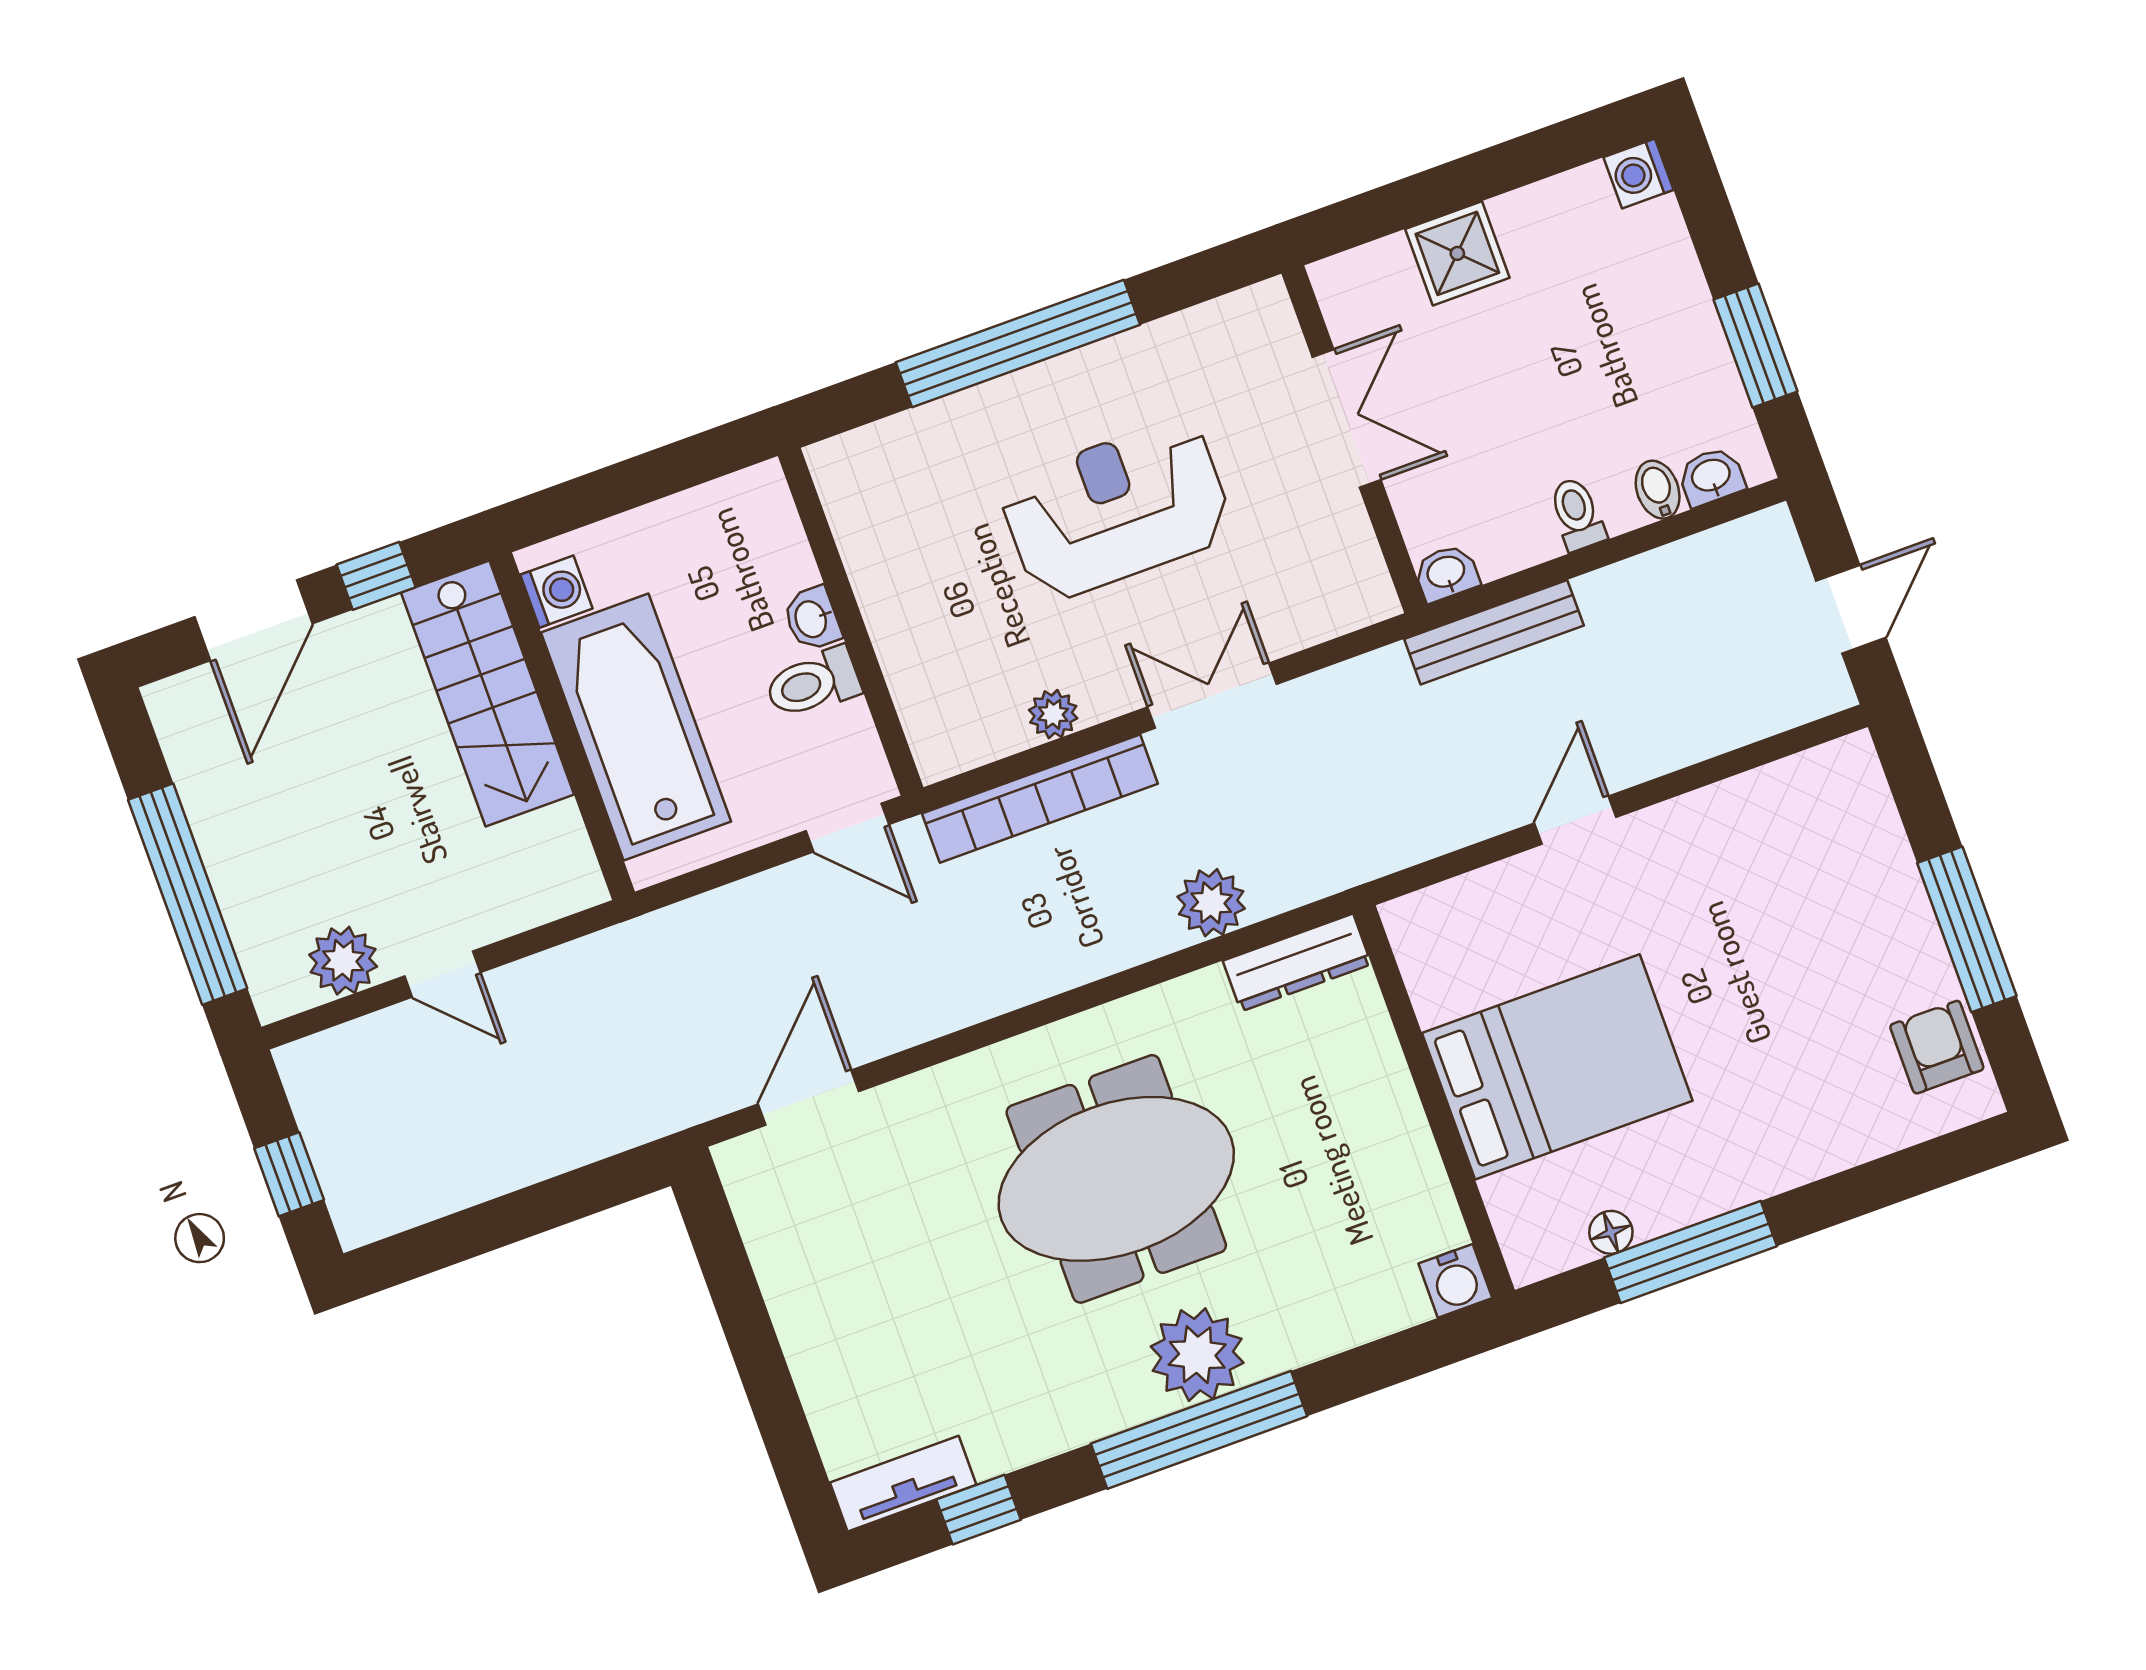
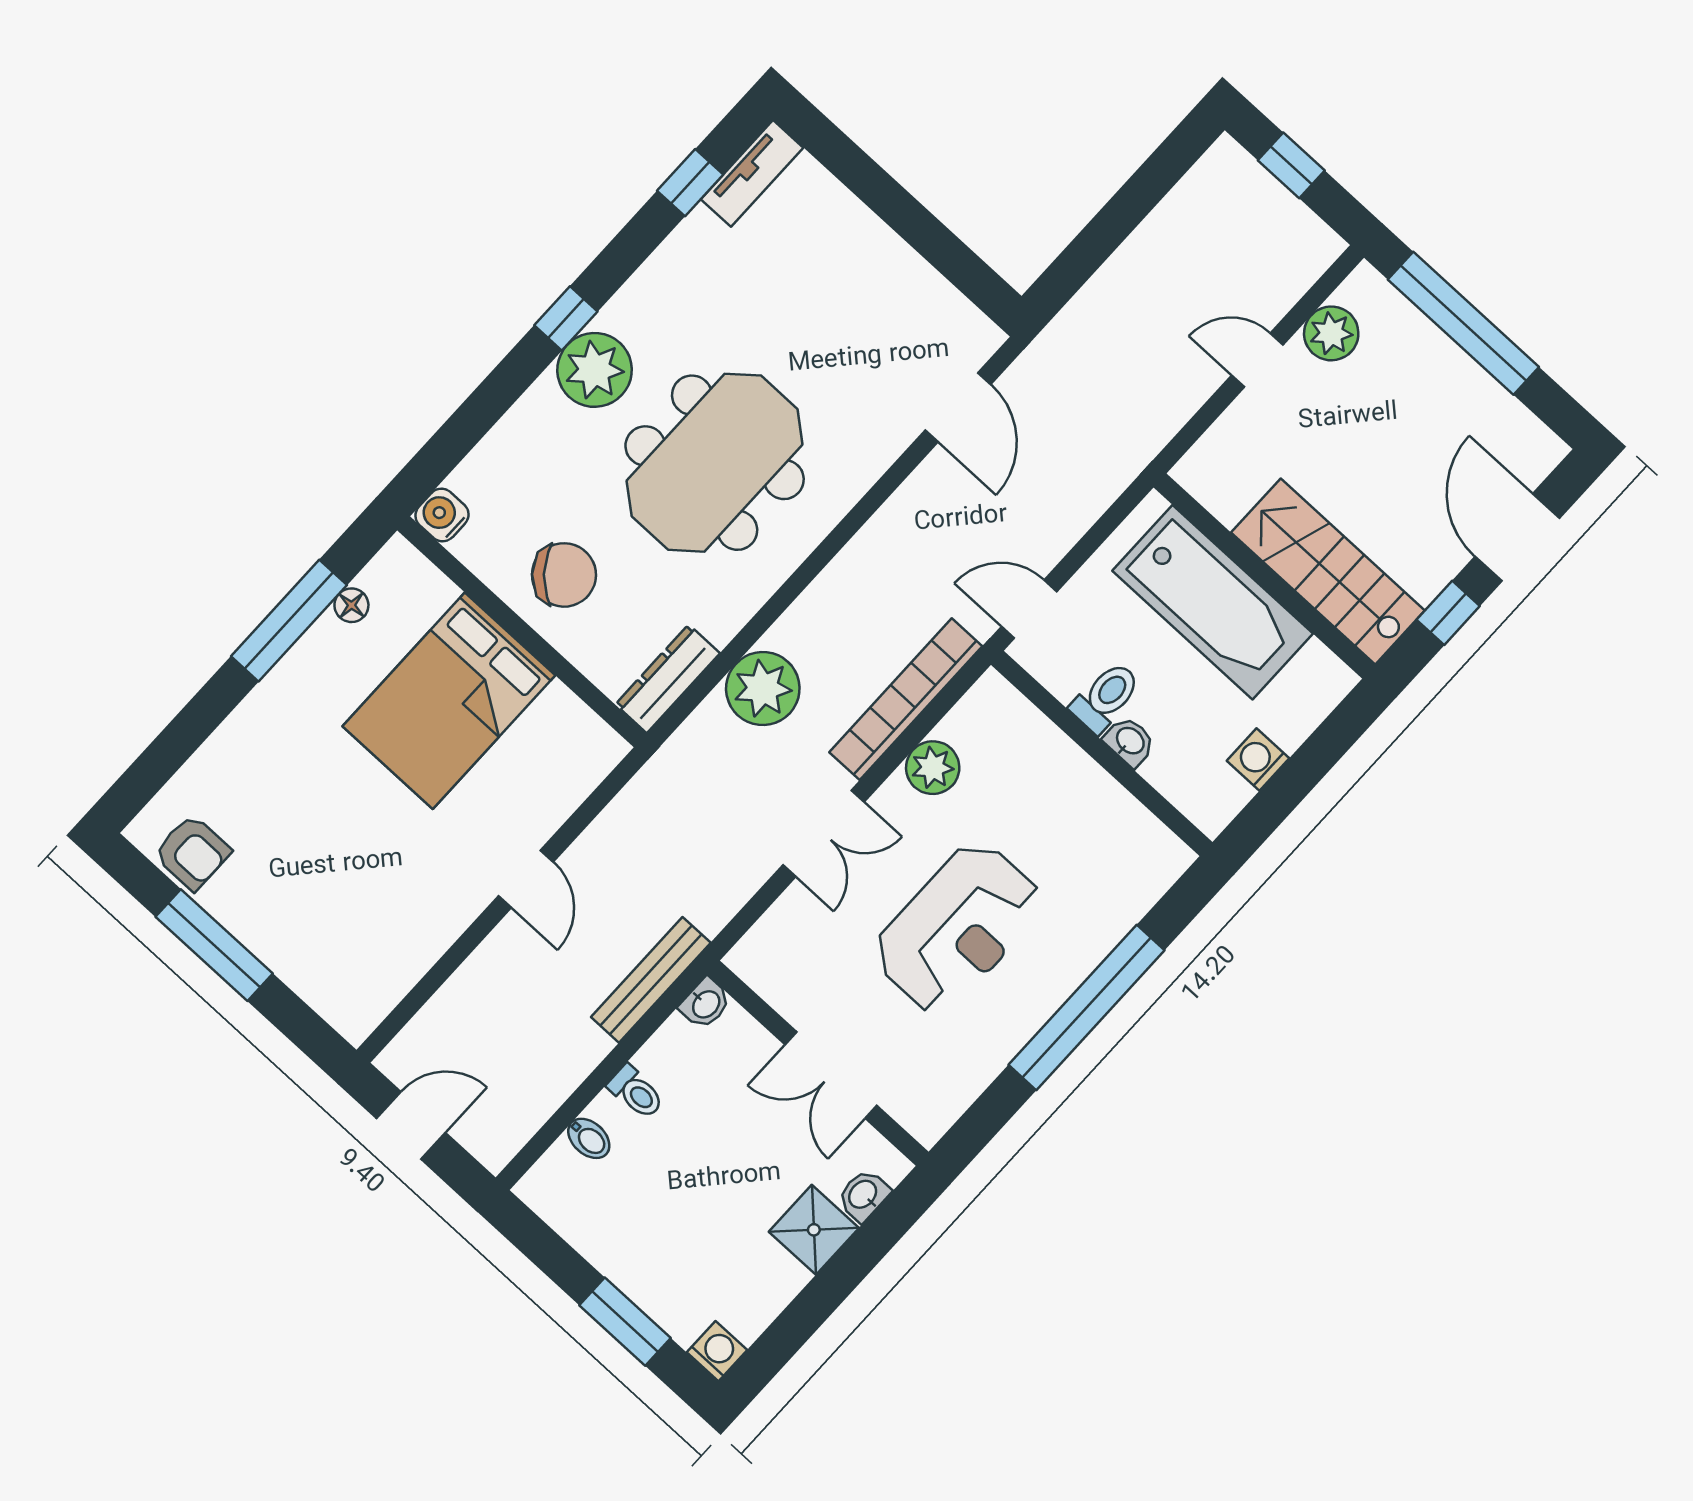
window: (1755, 346) -> (625, 1322), moved
washbasin: (1711, 476) -> (863, 1195), moved, turned 180
washing machine: (556, 592) -> (1258, 760), moved, turned 90
door: (1851, 609) -> (411, 1126), swing flipped
plant: (1053, 714) -> (933, 768), width x1.38, depth x1.38
plant: (1211, 903) -> (763, 689), width x1.36, depth x1.36
chair: (1353, 1141) -> (564, 575), added
window: (1199, 1430) -> (566, 318), width x0.32

